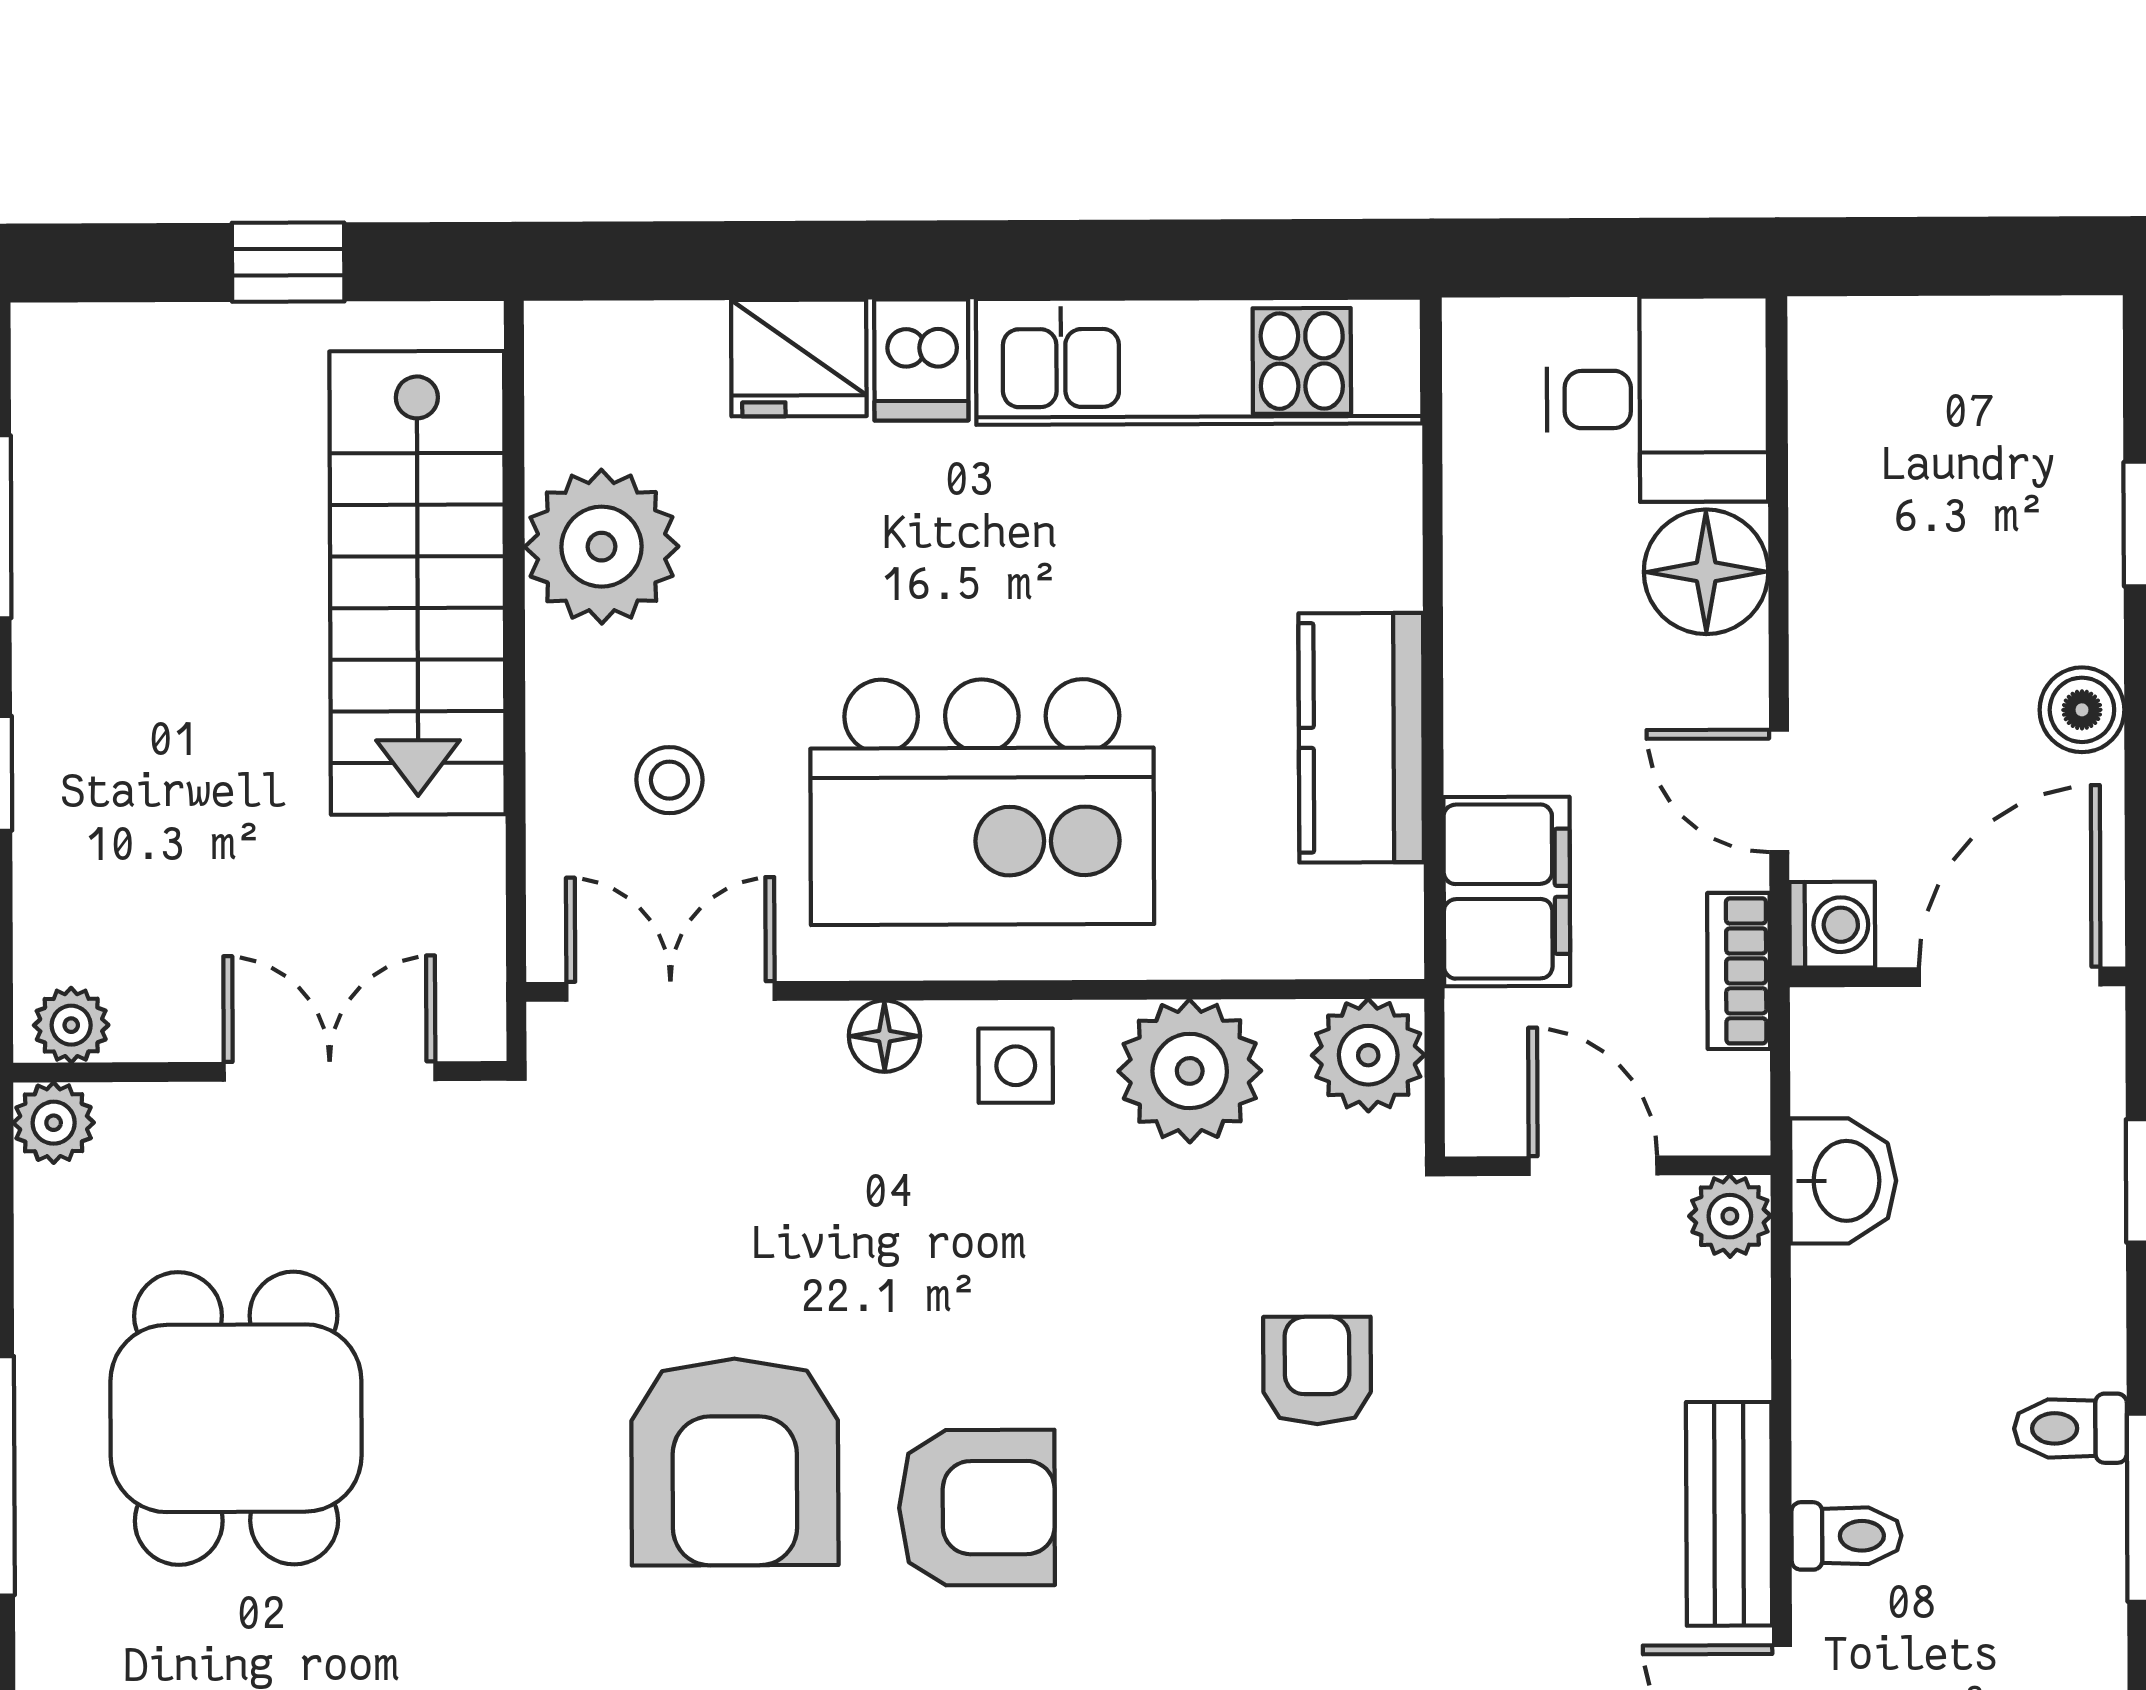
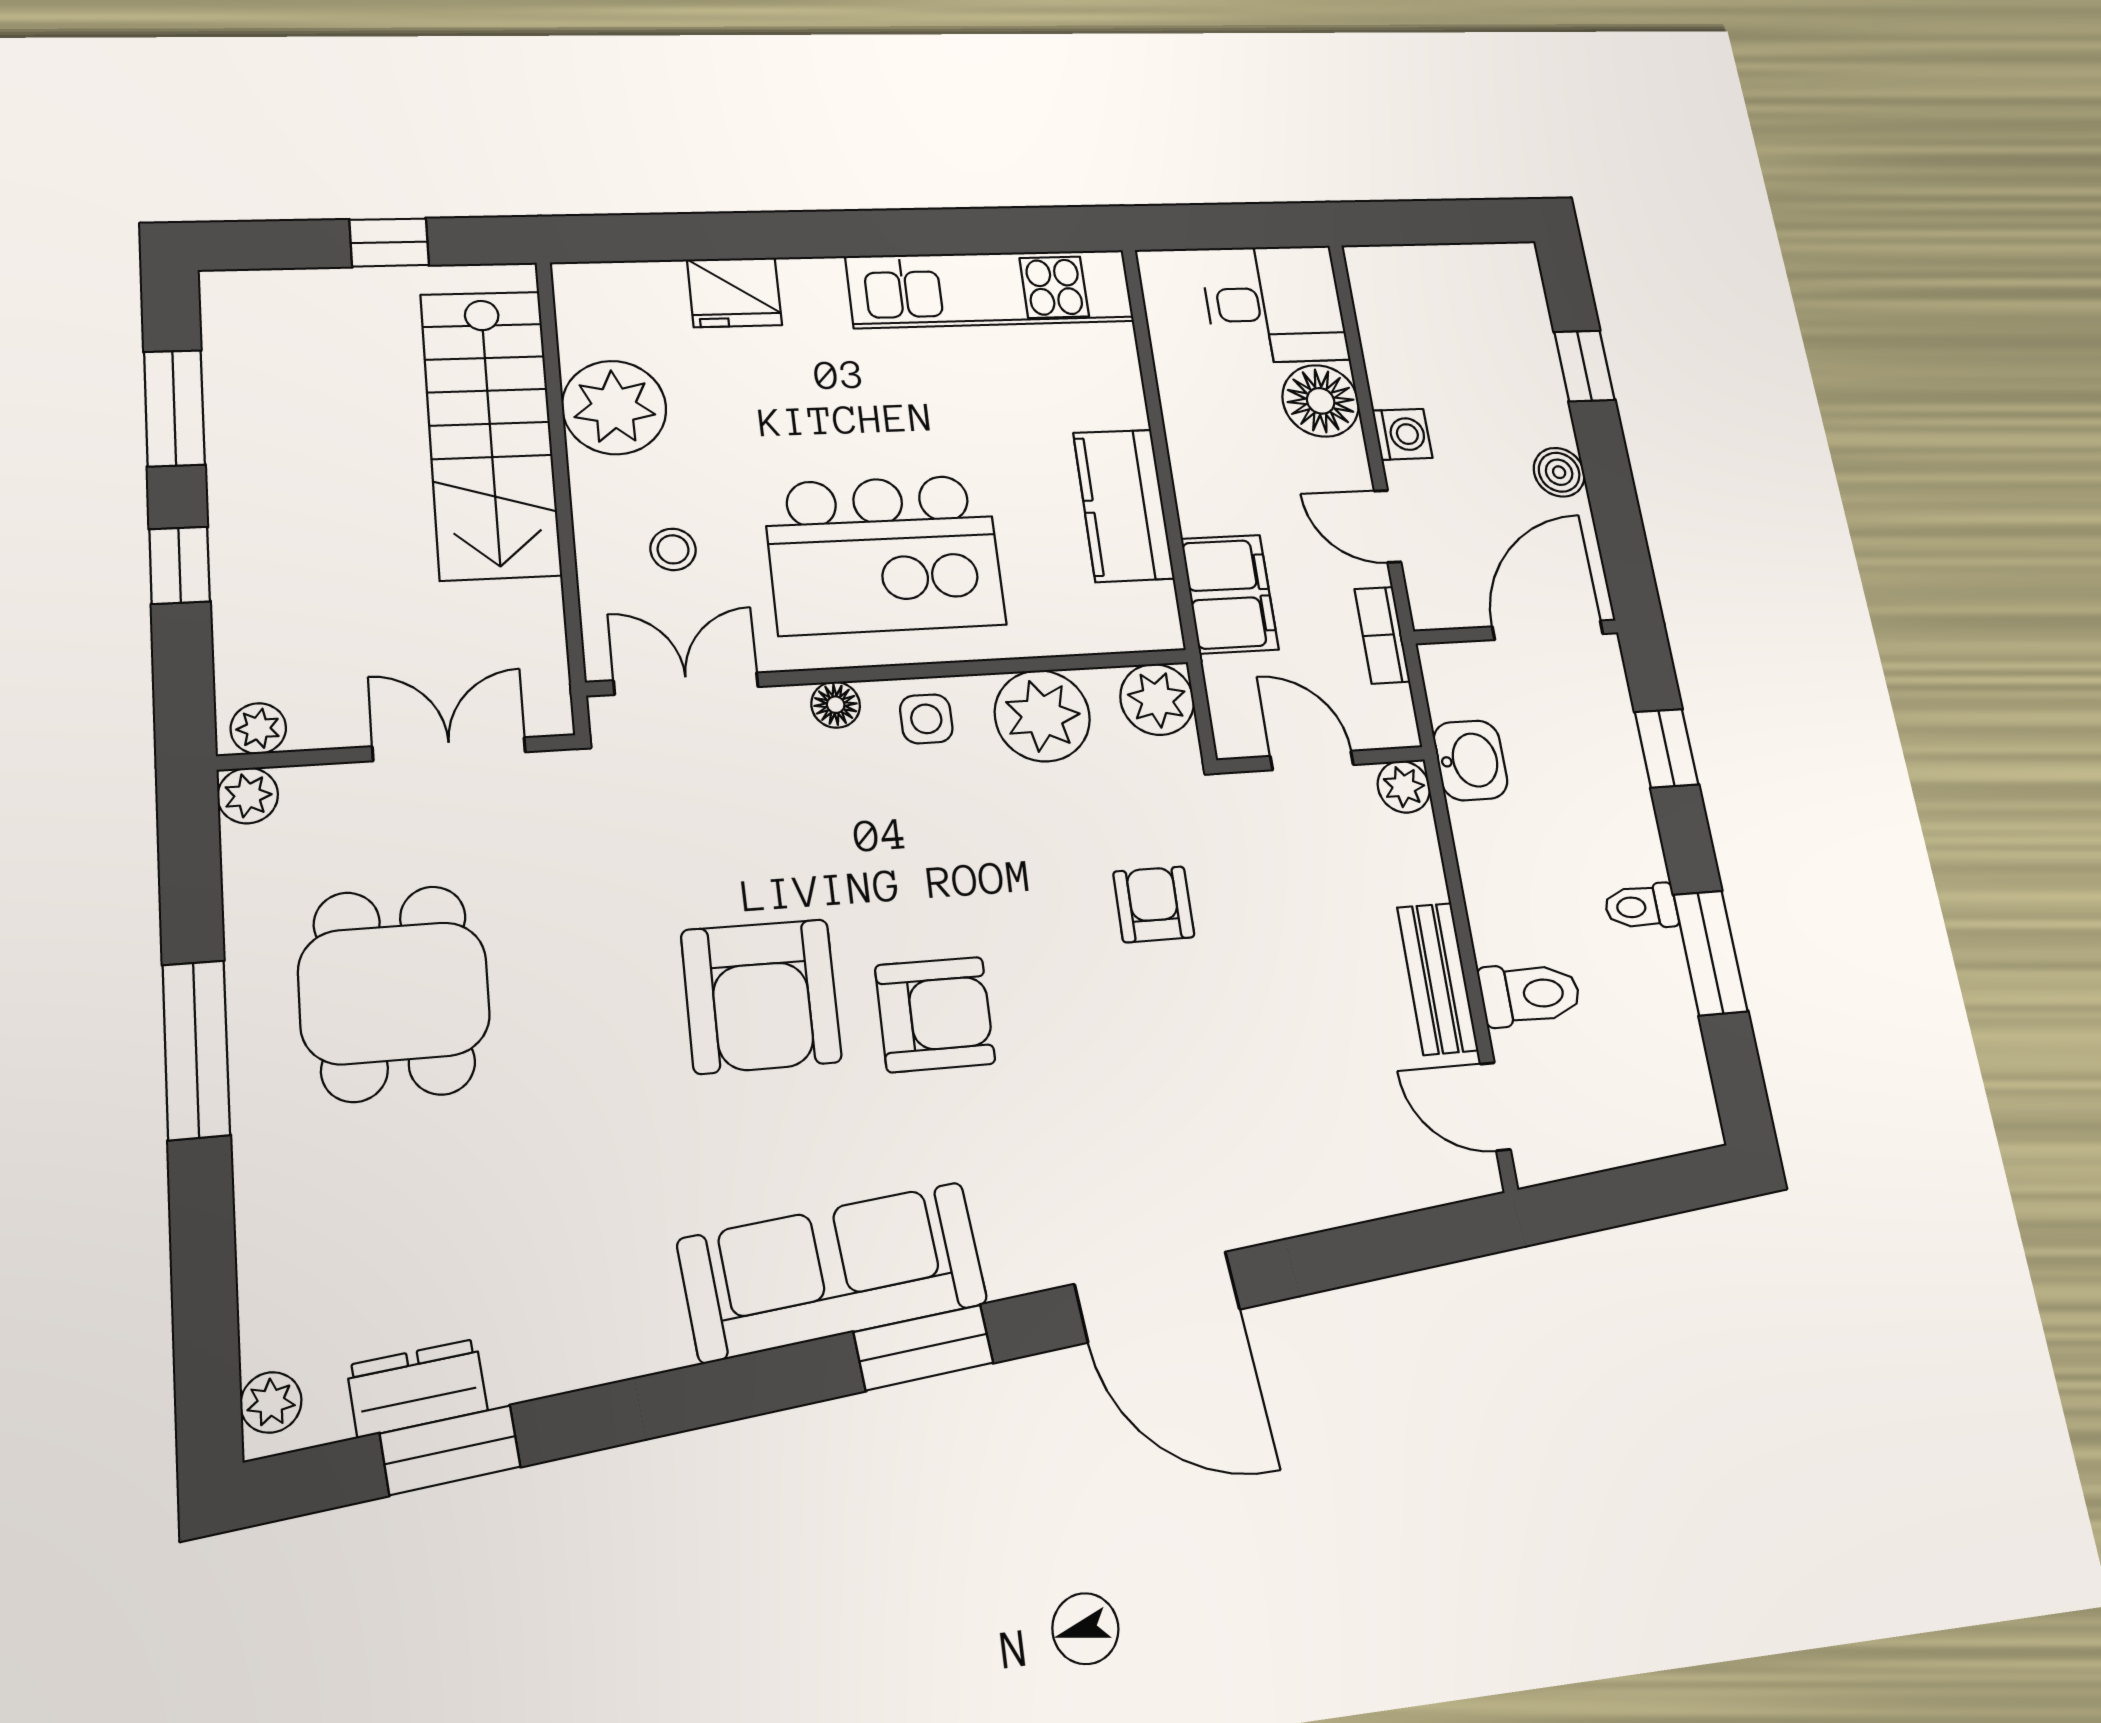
dishwasher: (921, 360) -> (814, 292), removed
washing machine: (1832, 925) -> (1402, 434), moved
toilet: (1846, 1536) -> (1530, 994), width x1.37, depth x1.39

